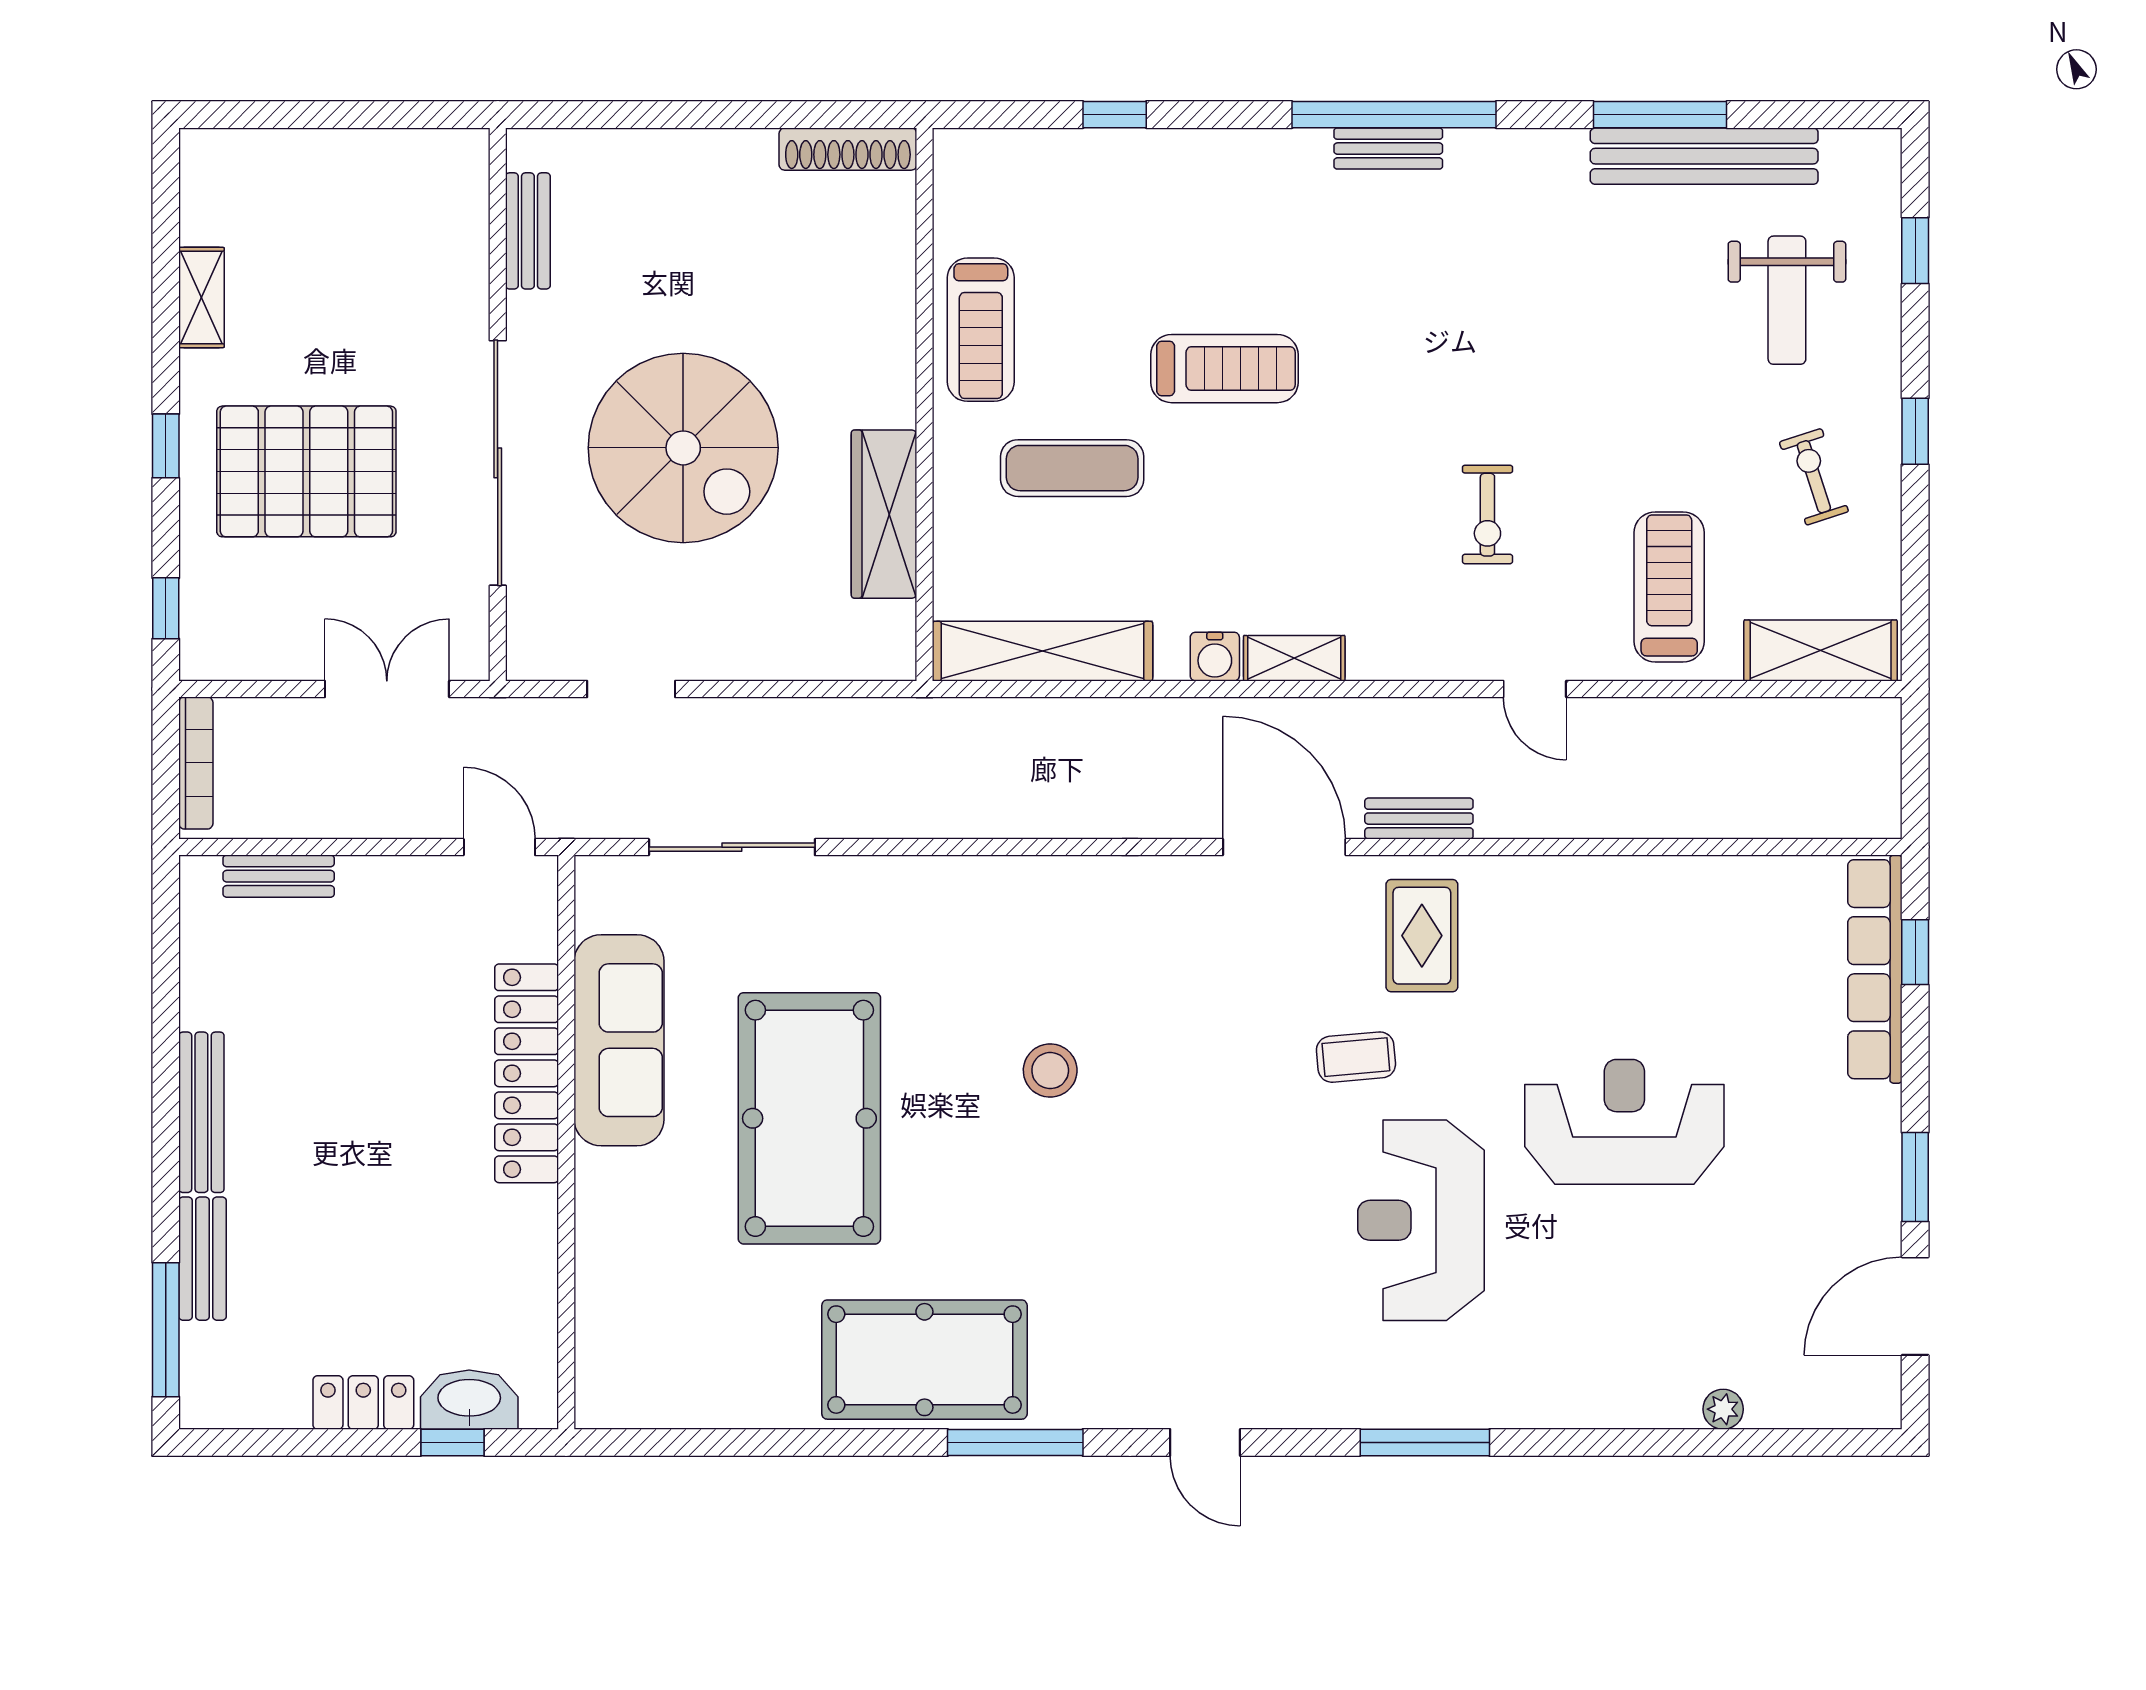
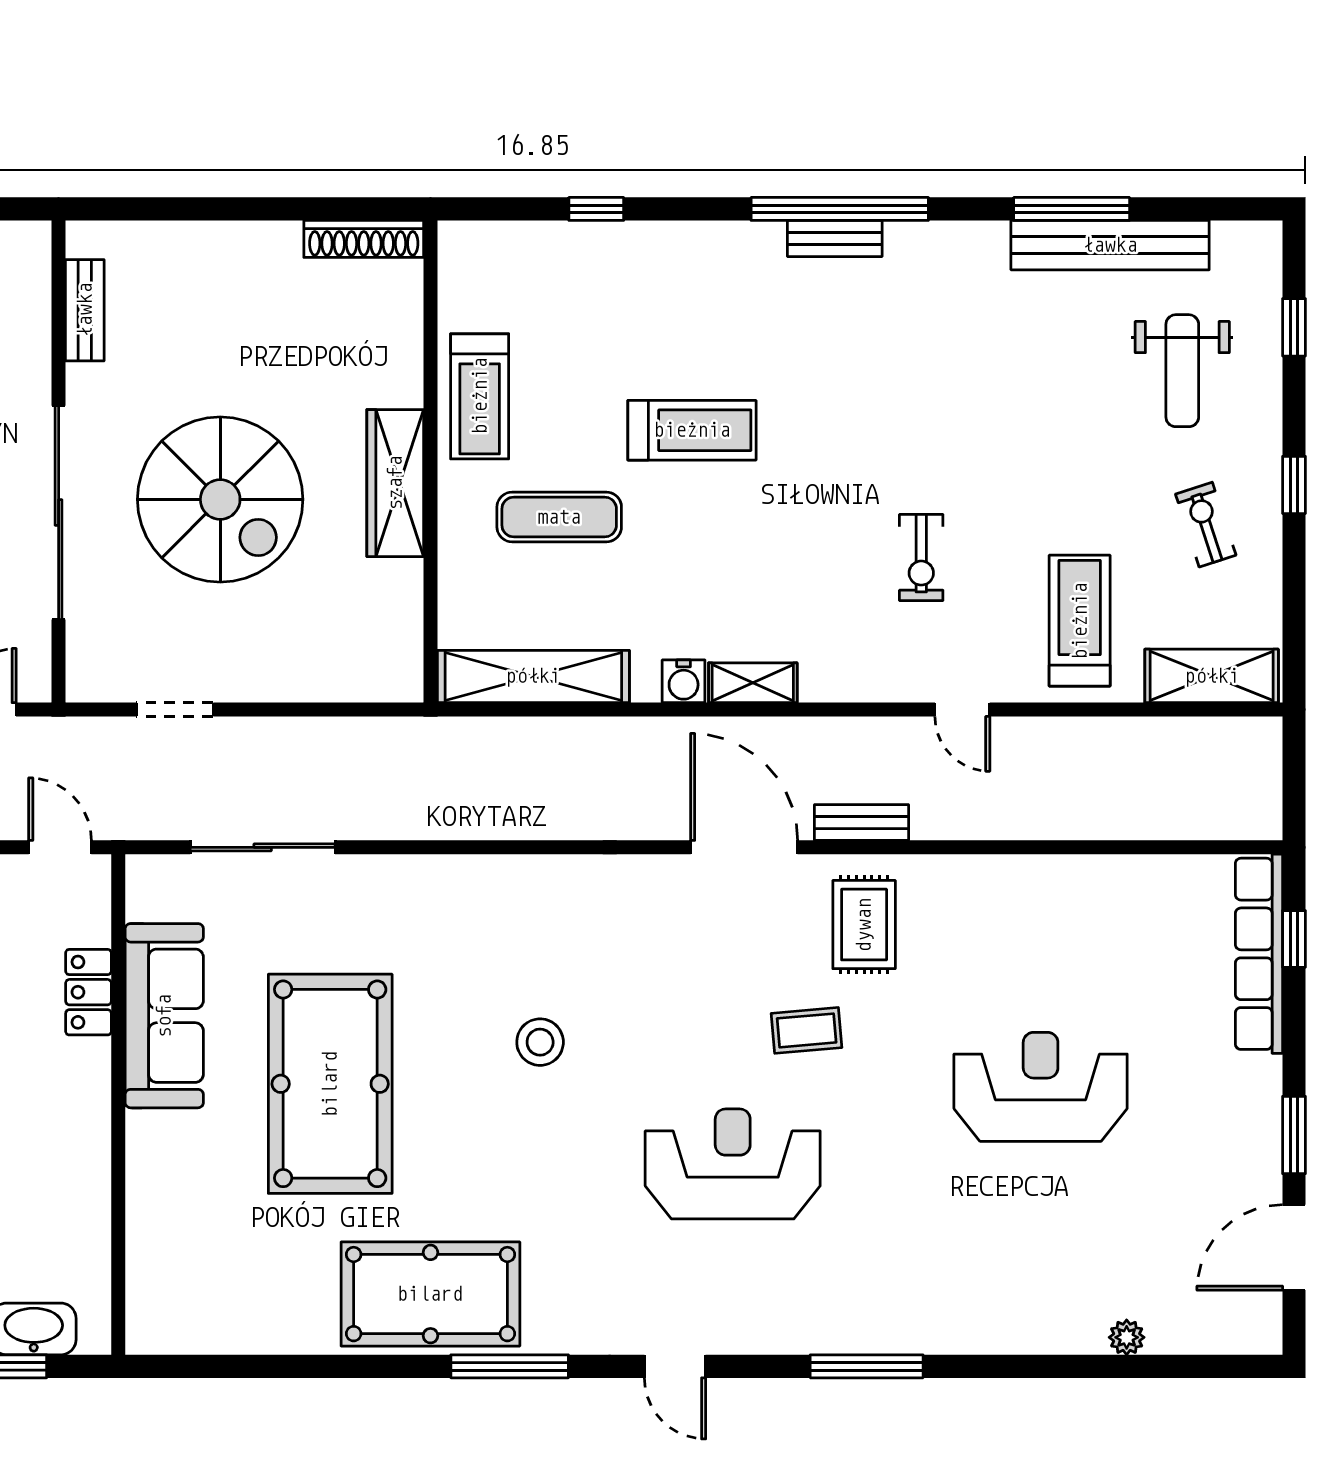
wardrobe: (884, 514) -> (395, 483), moved
locker: (527, 1073) -> (88, 992), width x0.46, depth x0.83
reception desk: (1421, 1220) -> (733, 1164), moved, turned 90

